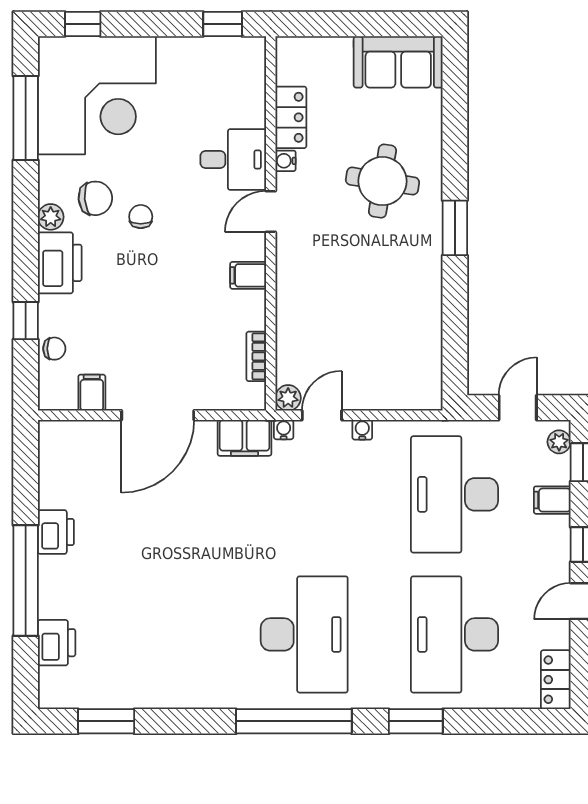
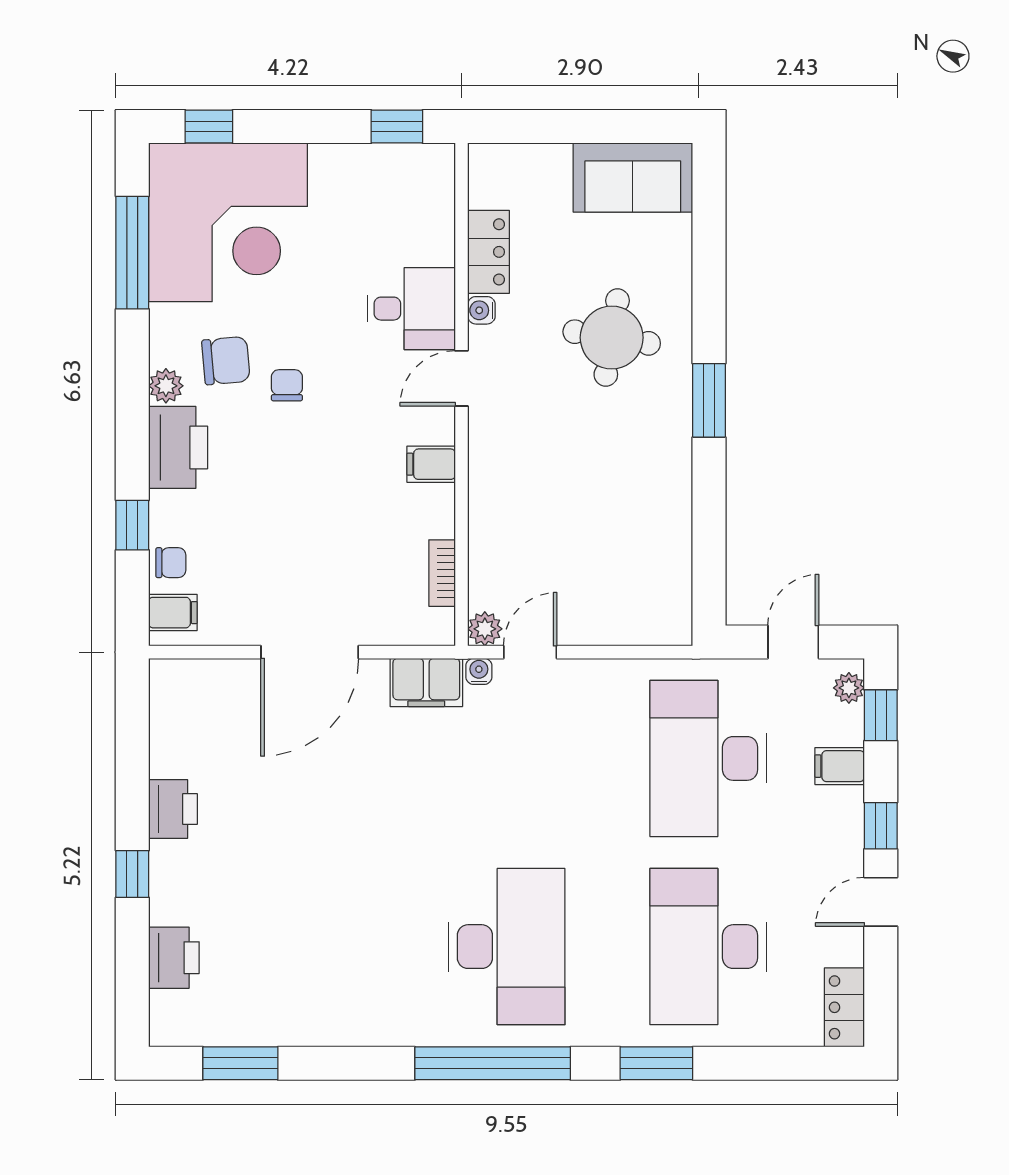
filing cabinet: (92, 393) -> (173, 613), moved, turned 90
water cooler: (362, 430) -> (585, 672), removed
window: (26, 580) -> (132, 874), width x0.32

